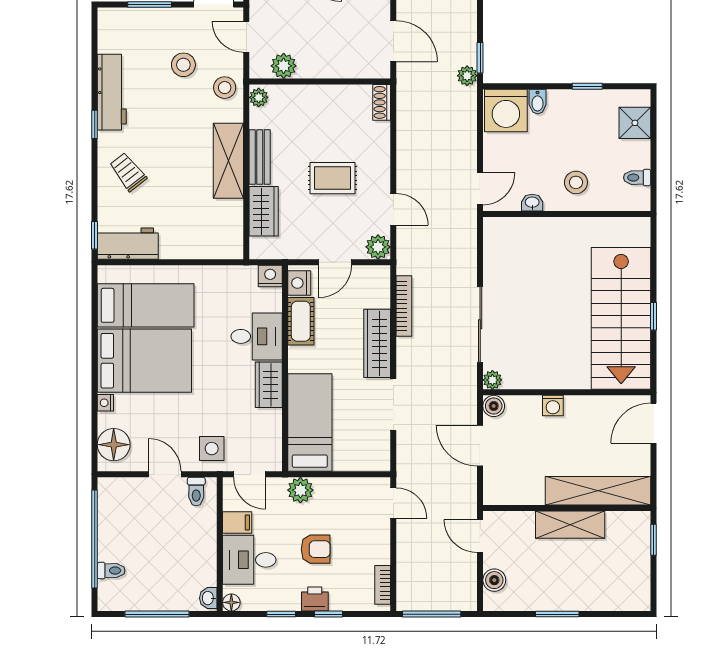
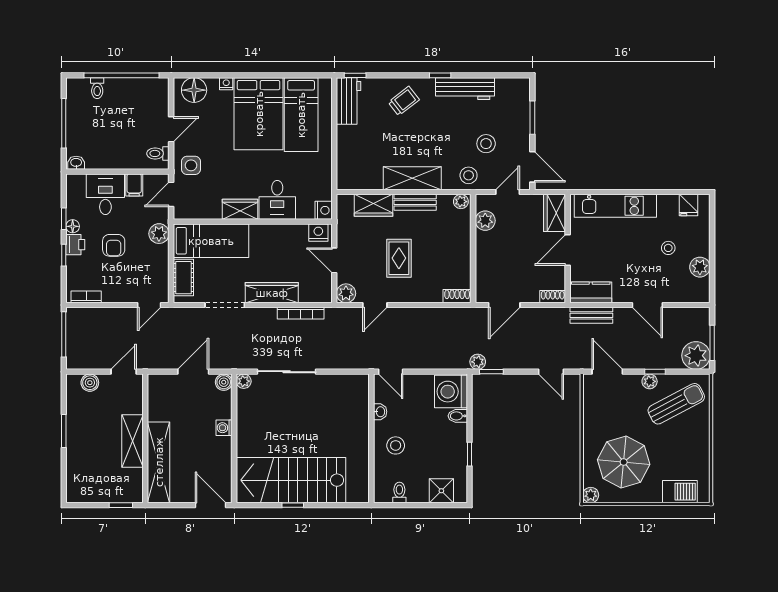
cot: (301, 321) -> (183, 278), moved, turned 90
floor lamp: (231, 602) -> (73, 226), moved

